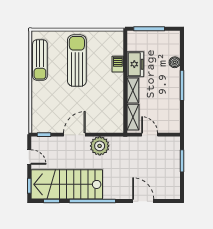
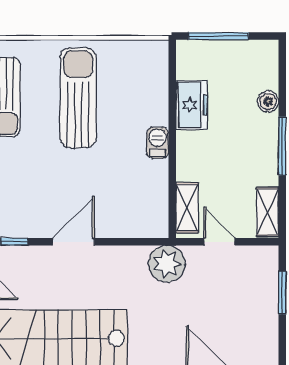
barbecue: (118, 64) -> (158, 143), moved
shelving: (133, 91) -> (268, 212), moved
plant: (100, 146) -> (167, 264), moved

